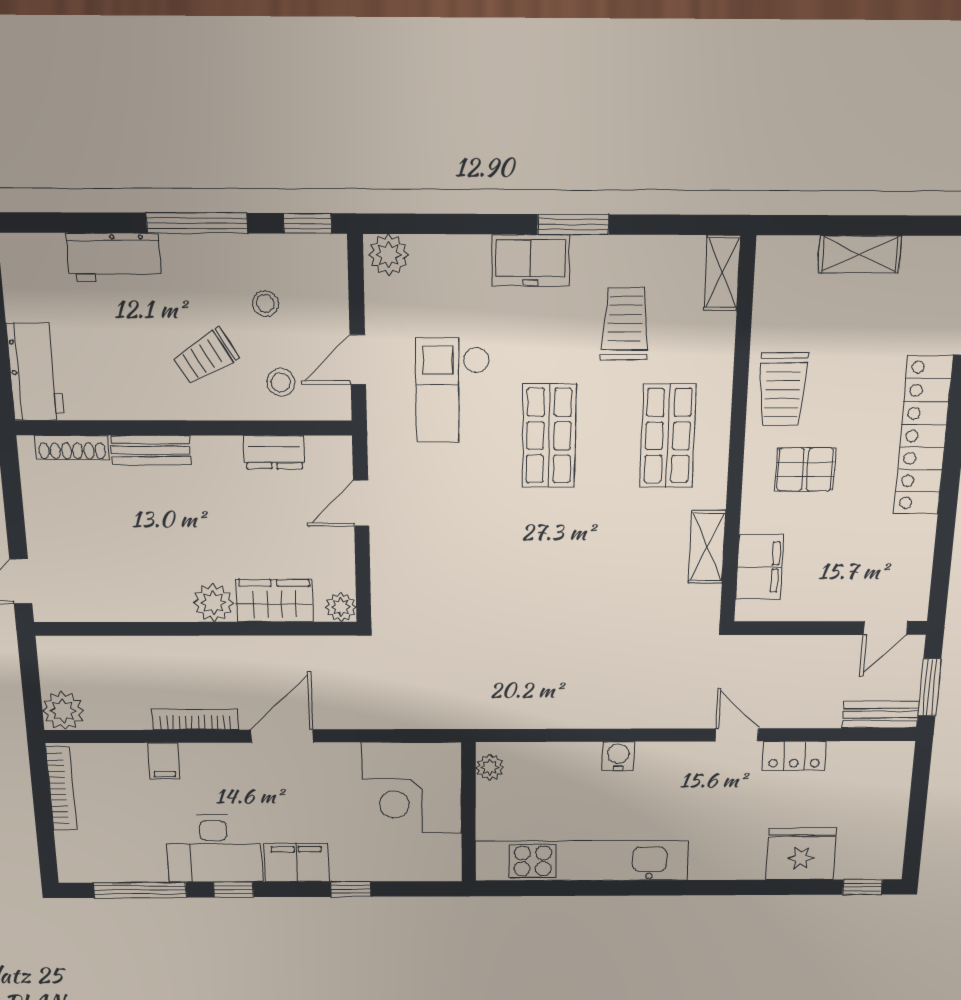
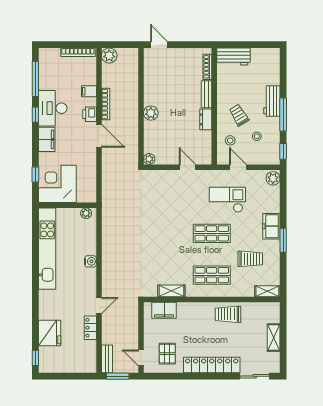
workbench: (114, 257) -> (272, 101), moved
dresser: (274, 452) -> (206, 119), moved
pallet: (805, 469) -> (167, 354), moved
wardrobe: (275, 601) -> (152, 135), removed
printer: (225, 759) -> (90, 114), added
corner desk: (412, 788) -> (57, 184), moved
window: (351, 889) -> (35, 175), moved

